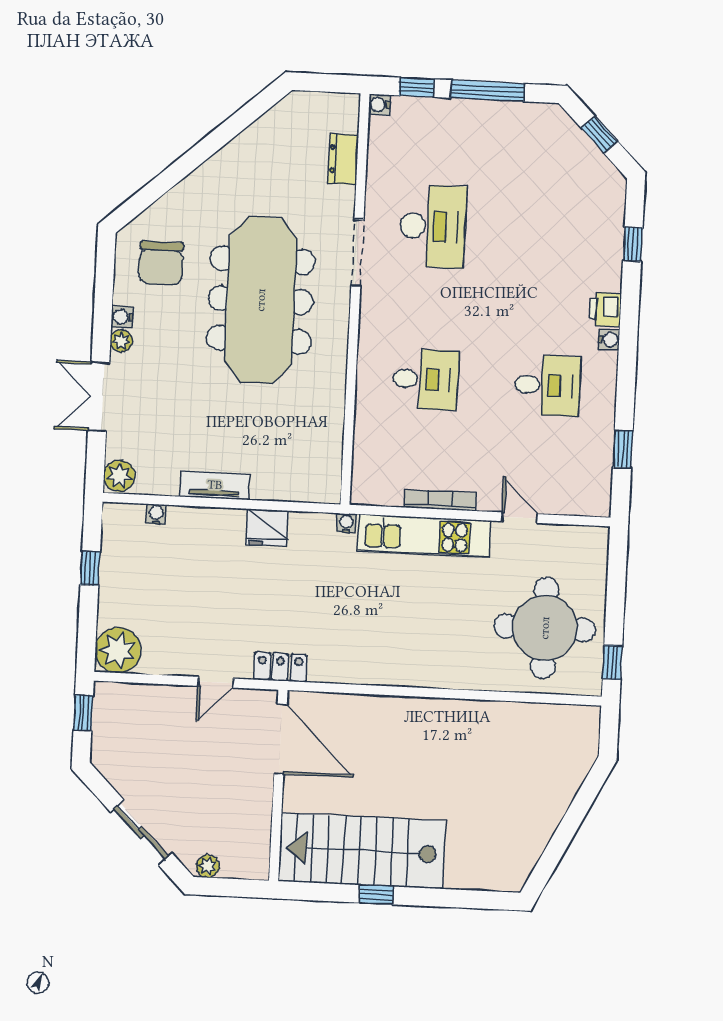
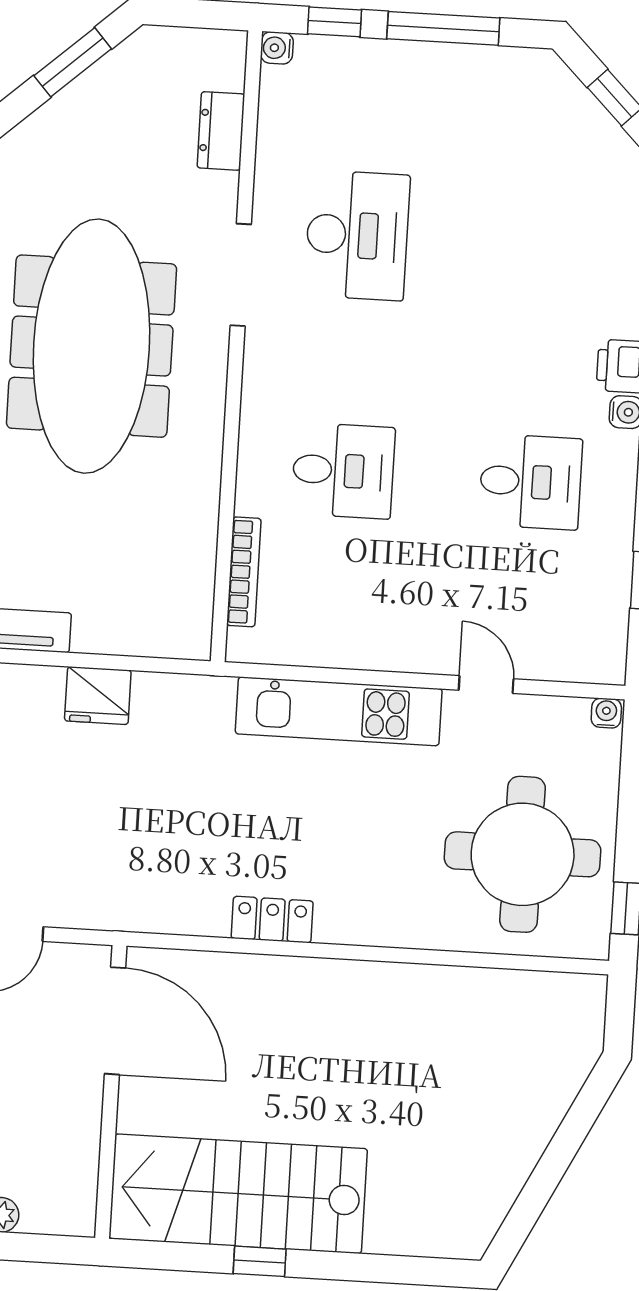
window: (246, 115) -> (73, 62), added
bookcase: (440, 500) -> (244, 572), moved, turned 90
water cooler: (346, 523) -> (606, 713), moved
locker: (280, 667) -> (272, 920), moved

